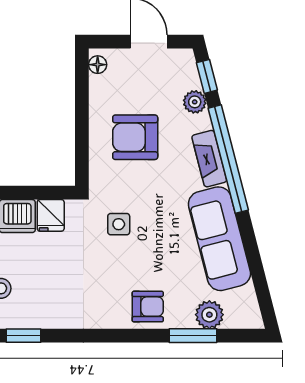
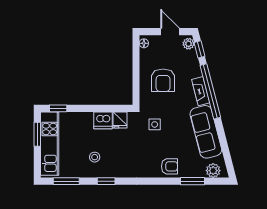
plant: (195, 102) -> (189, 44), moved
armchair: (135, 137) -> (163, 80), turned -90
plant: (209, 315) -> (213, 171), moved

